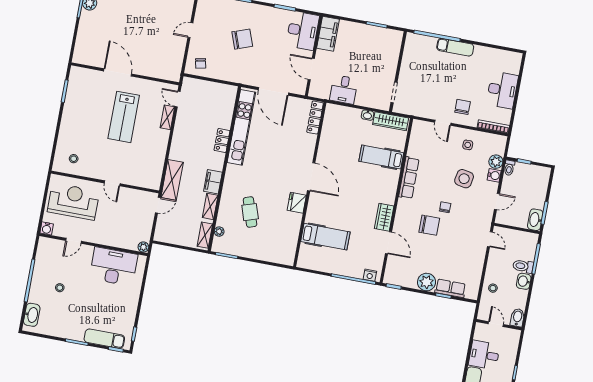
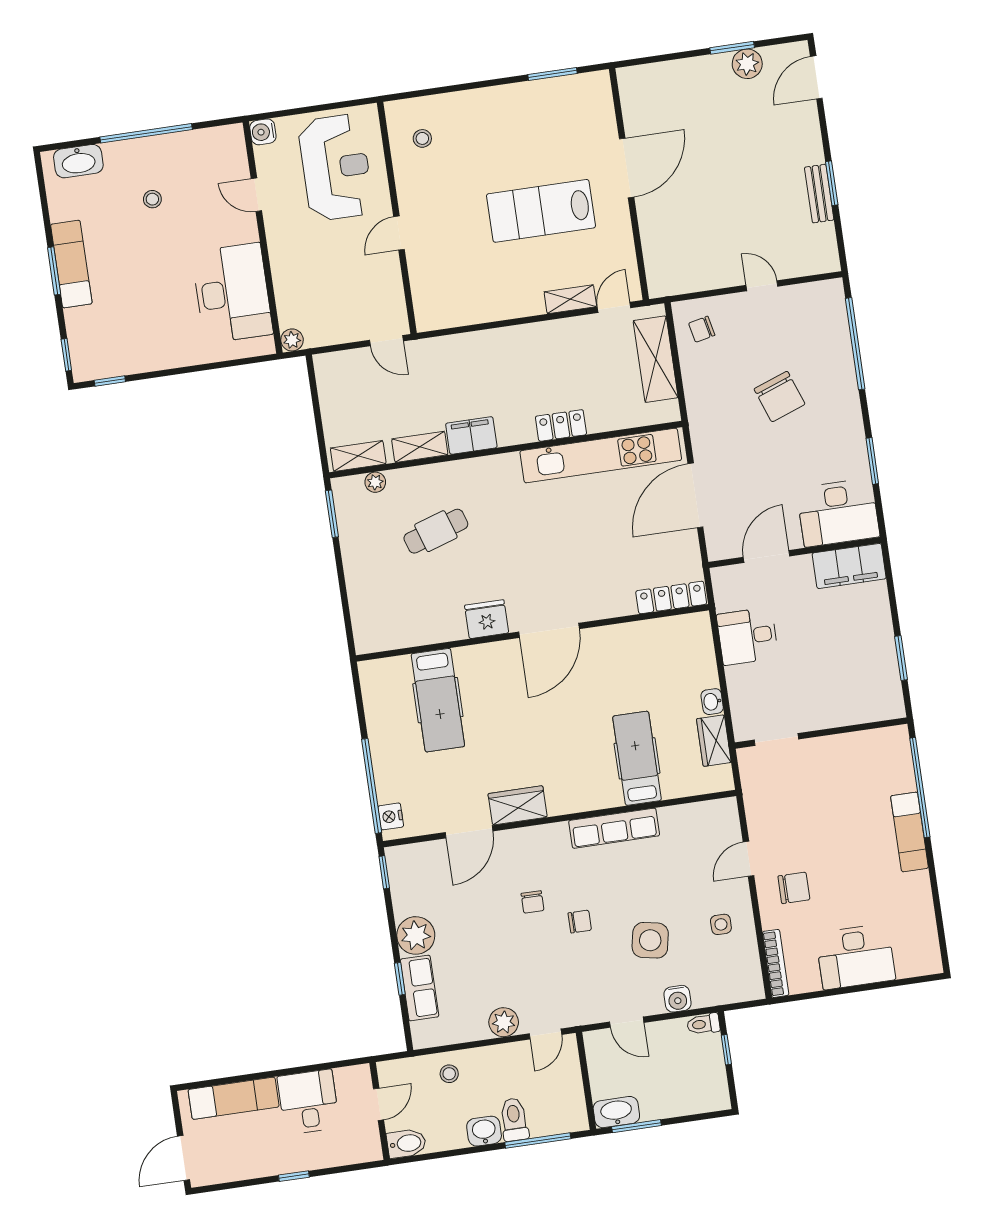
wardrobe: (391, 121) -> (714, 741), width x0.67
plant: (496, 162) -> (504, 1022), moved
shelving: (172, 180) -> (656, 359), moved, turned 90
chair: (429, 225) -> (533, 902), width x0.54, depth x0.54
exam couch: (104, 339) -> (71, 264), moved

